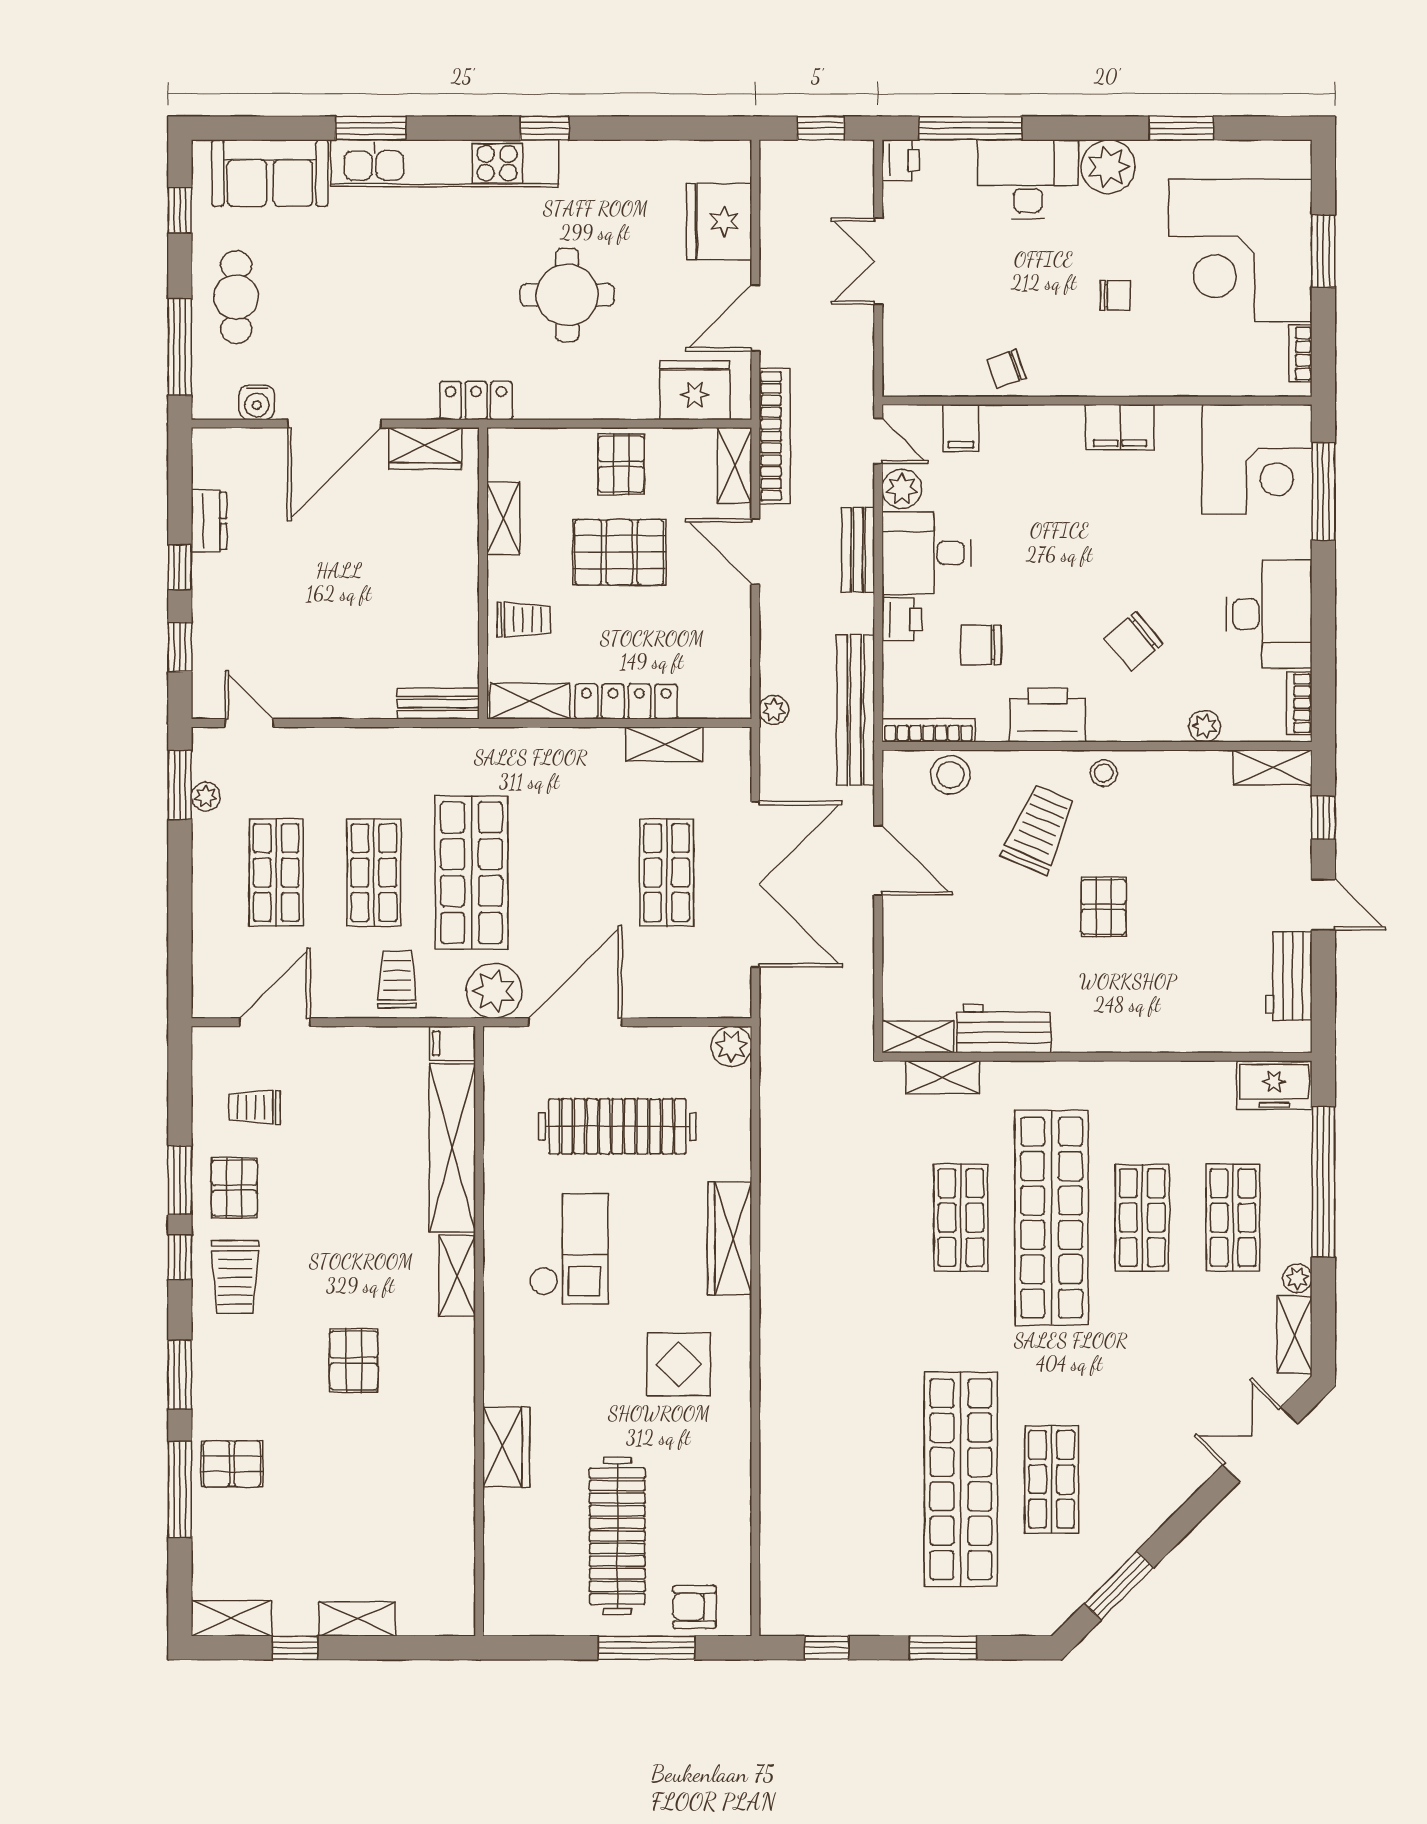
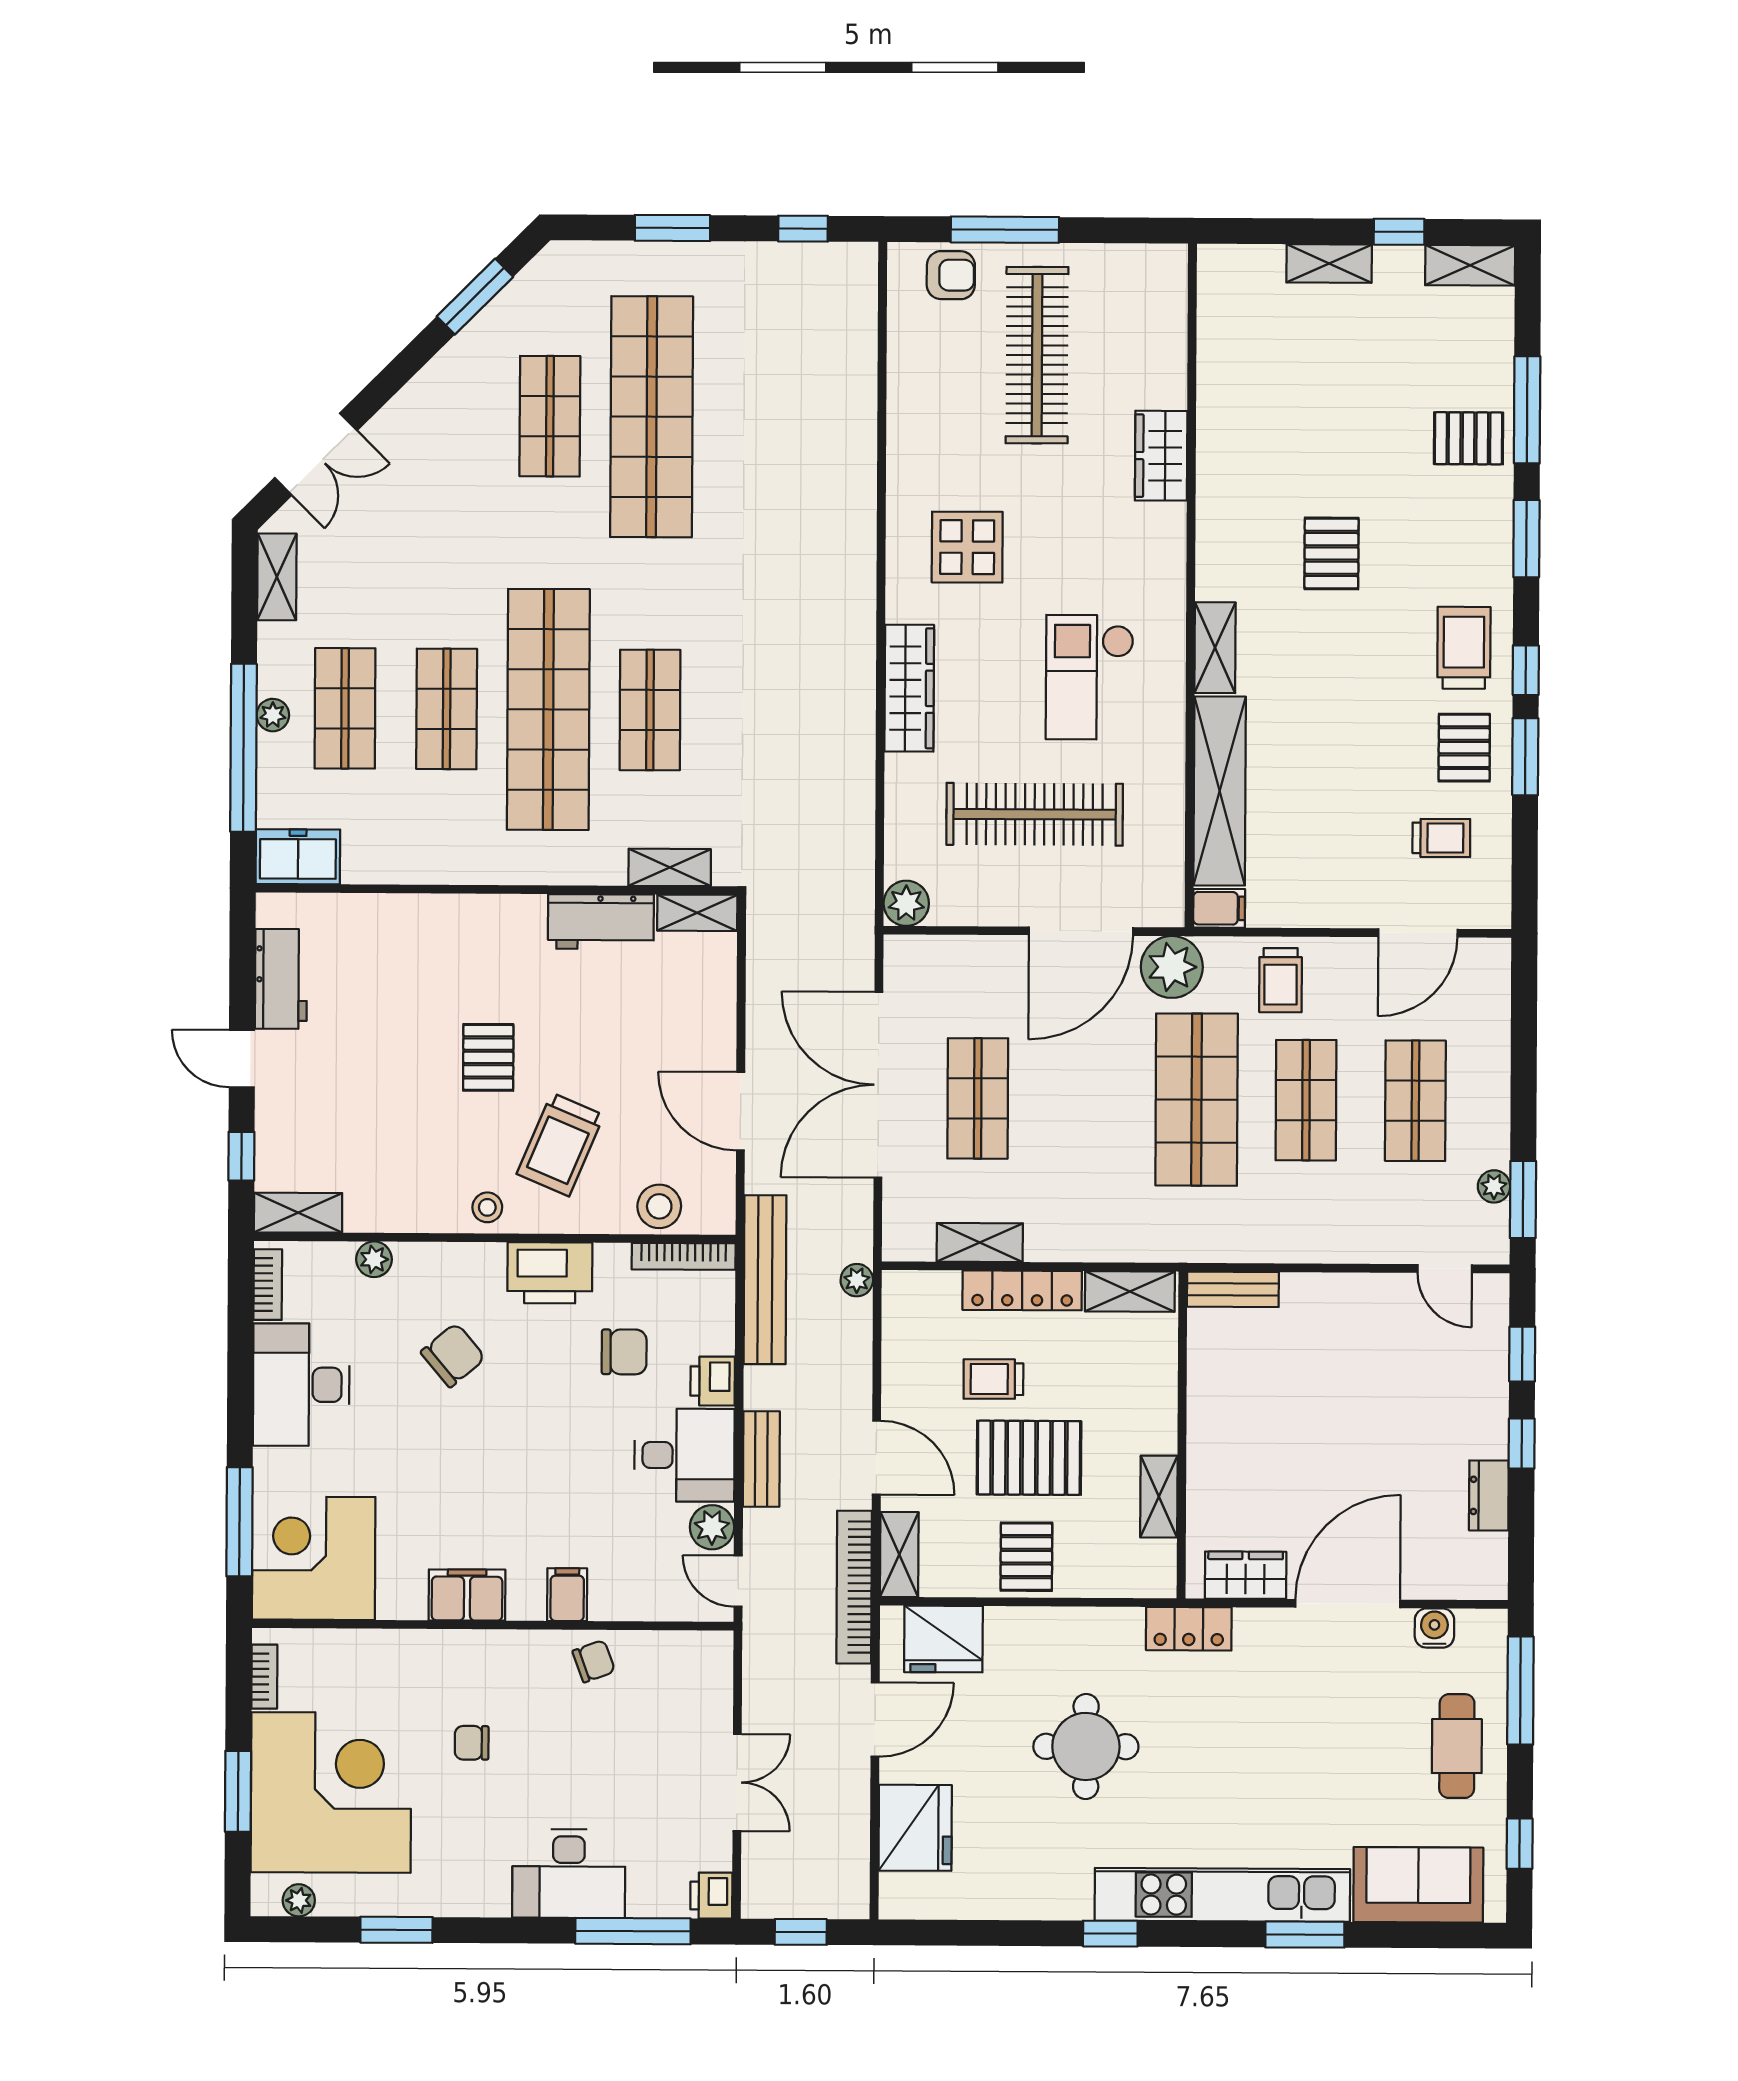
plant: (1108, 167) -> (299, 1900), moved, width x0.53, depth x0.53
filing cabinet: (961, 428) -> (567, 1595), moved
trolley: (524, 620) -> (993, 1379), moved
plant: (1297, 1278) -> (273, 715), moved

